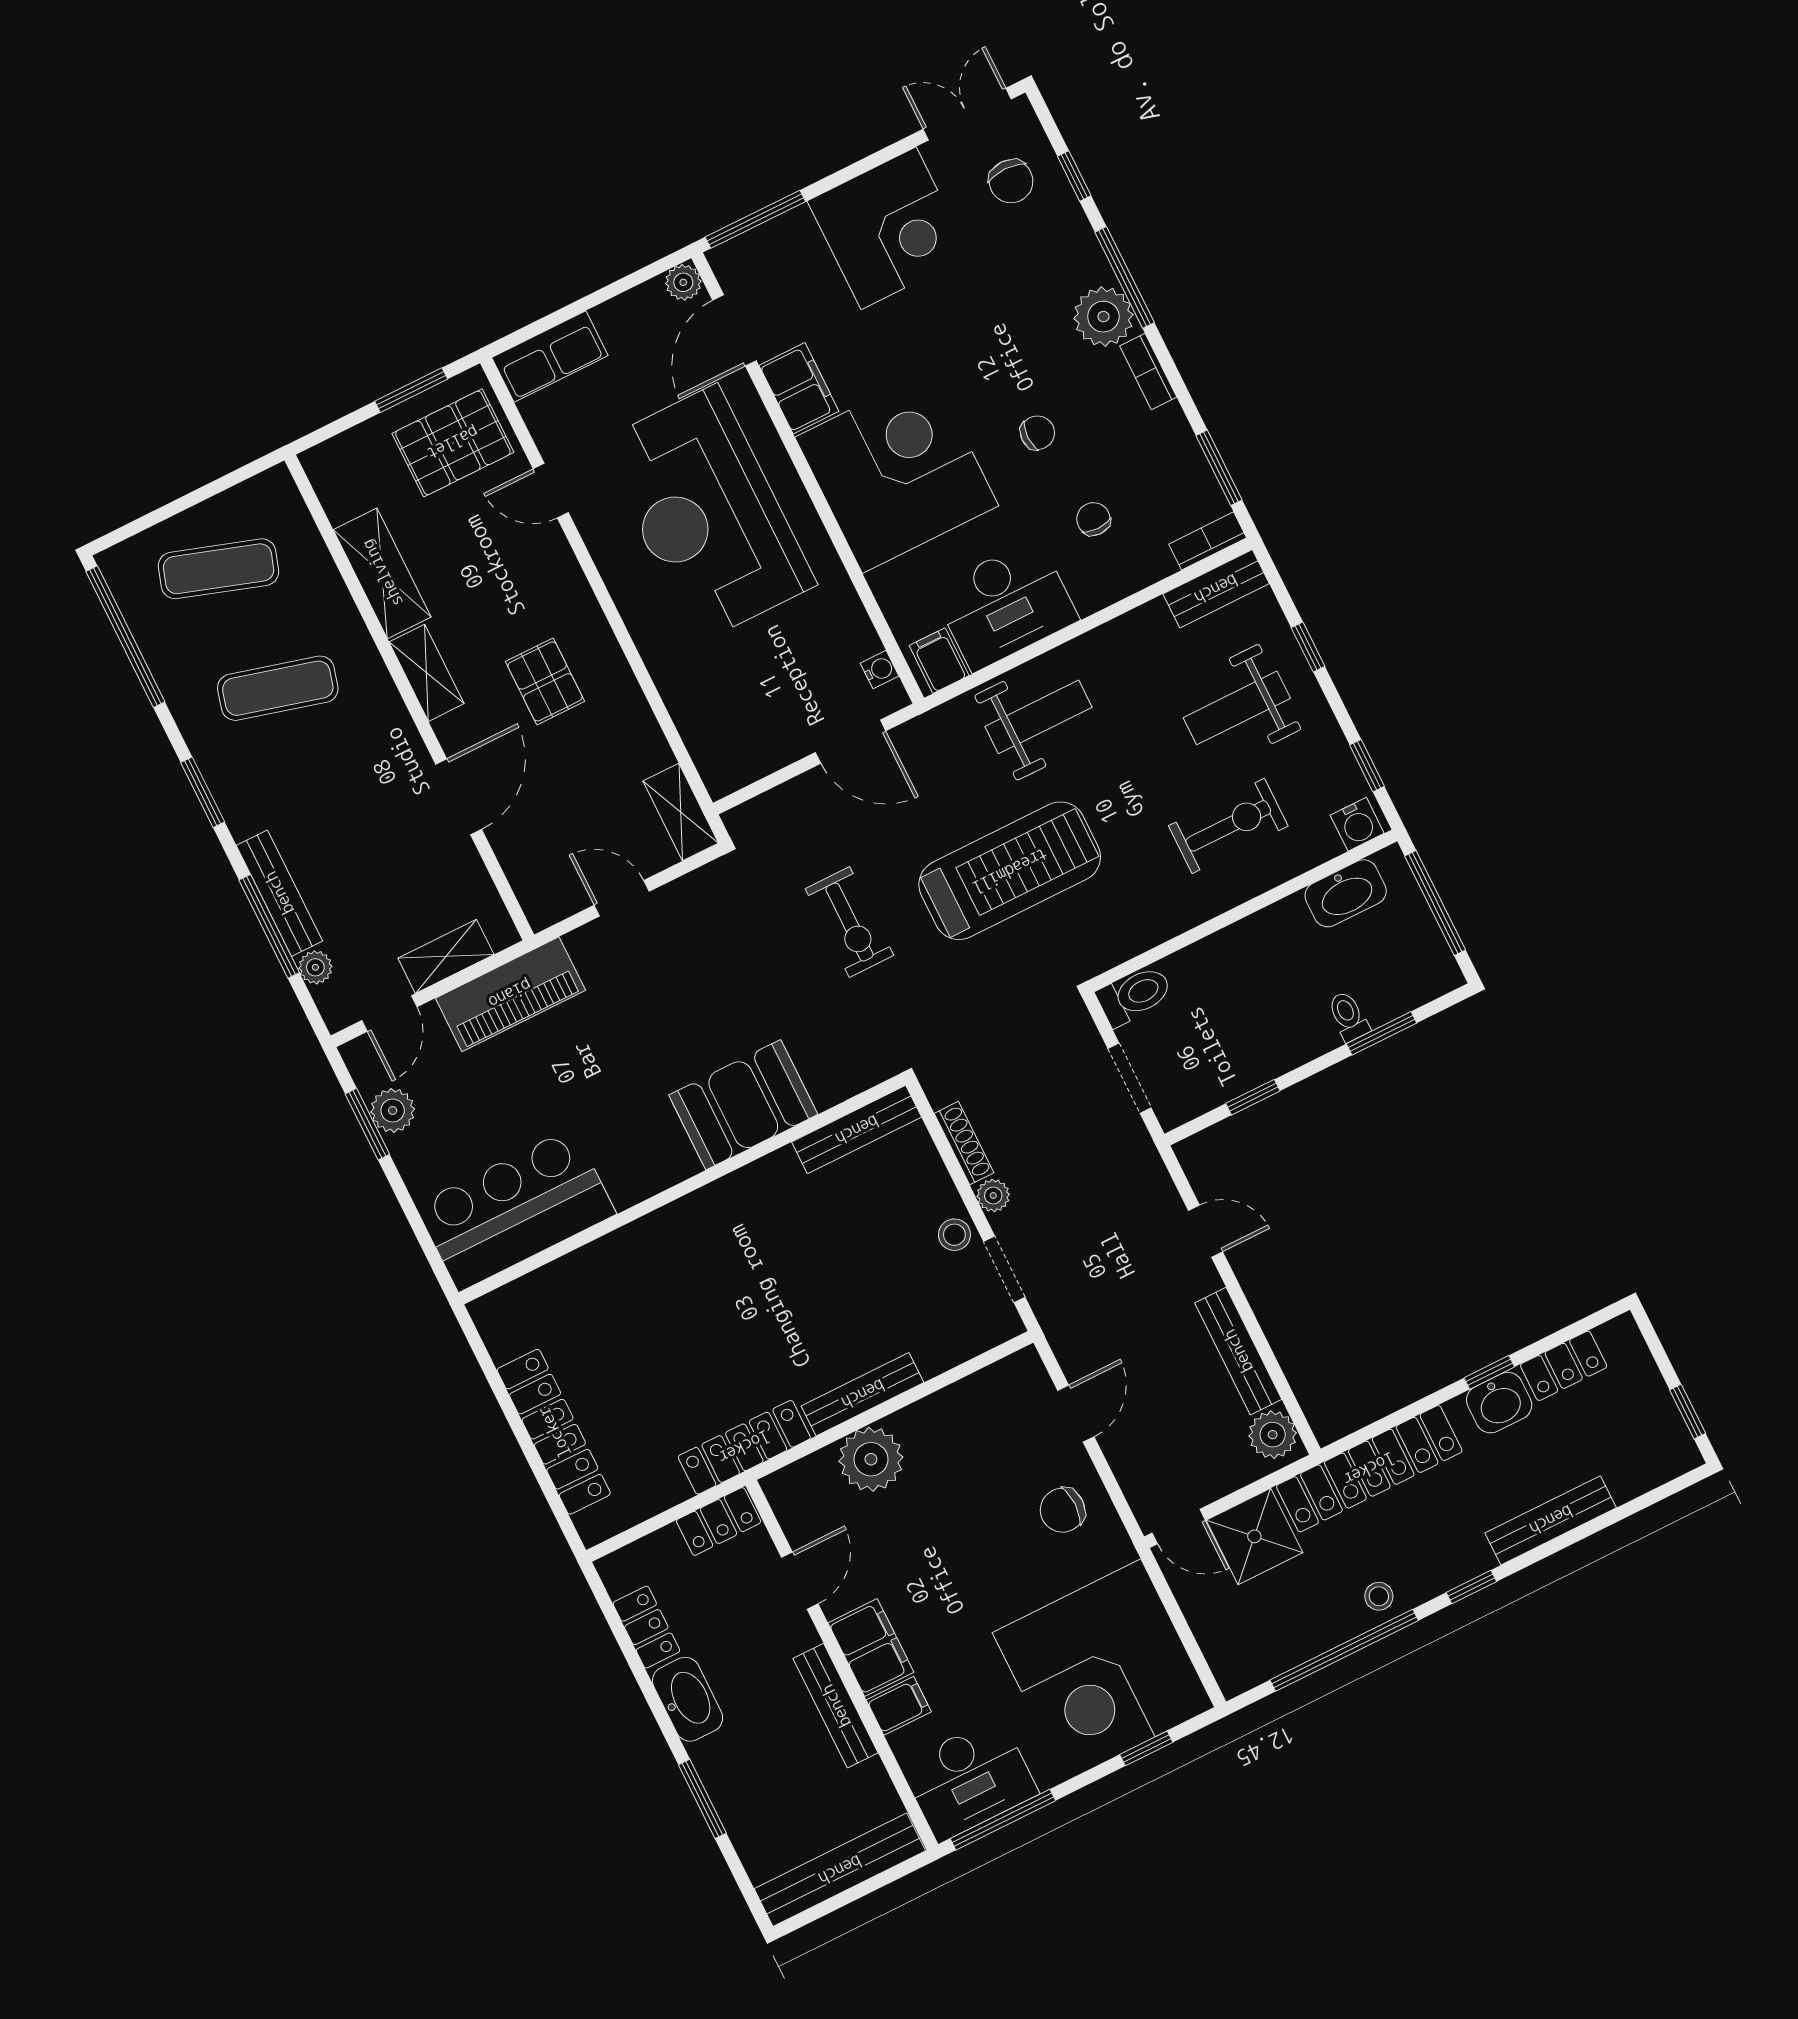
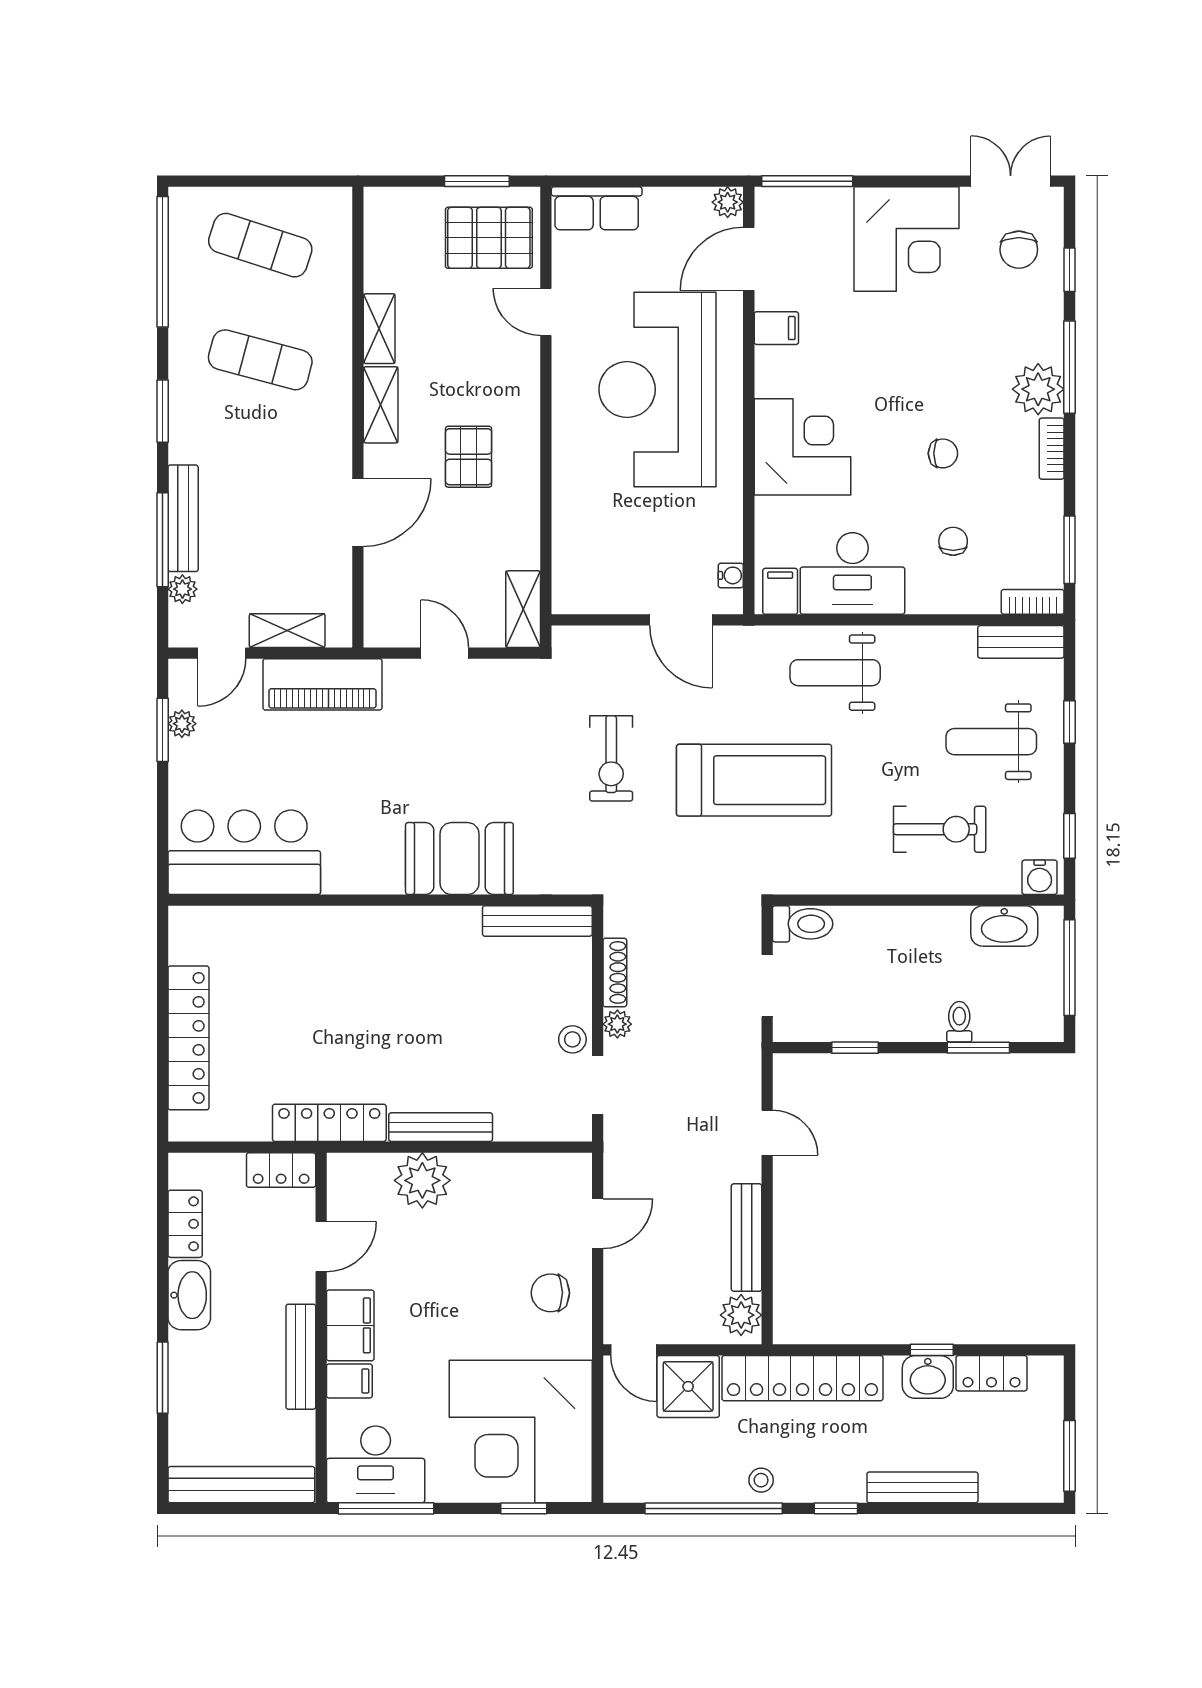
filing cabinet: (799, 388) -> (776, 328), width x0.50
corner desk: (897, 472) -> (802, 447), width x0.74, depth x0.74
shelving: (382, 573) -> (379, 329), width x0.67, depth x0.75
weight bench: (1038, 717) -> (835, 673), turned 180
plant: (393, 1111) -> (182, 724), width x0.73, depth x0.73
window: (1688, 1412) -> (1069, 1456), width x1.50

